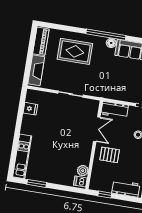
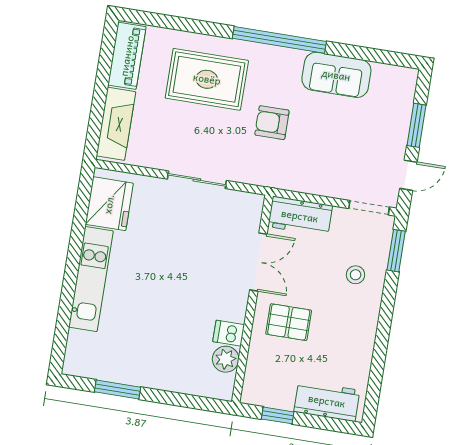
floor lamp: (111, 43) -> (292, 59), removed
armchair: (103, 70) -> (272, 123), added
fridge: (30, 109) -> (109, 204), width x1.88, depth x1.34
kitchen unit: (22, 156) -> (91, 279), moved
dishwasher: (80, 181) -> (229, 333), moved

